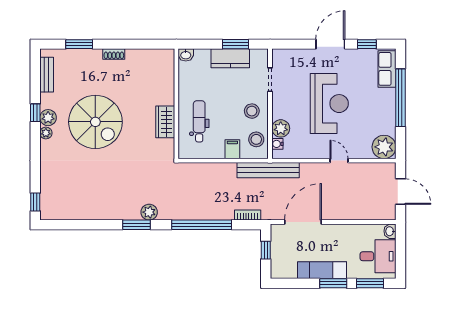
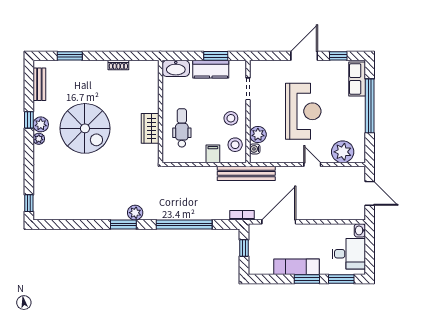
shoe rack: (114, 54) -> (118, 65), moved
washbasin: (186, 55) -> (176, 68), width x1.91, depth x1.45
plant: (384, 147) -> (343, 152), moved
bookcase: (248, 215) -> (242, 215), moved

